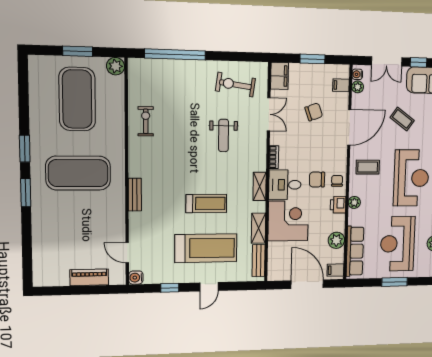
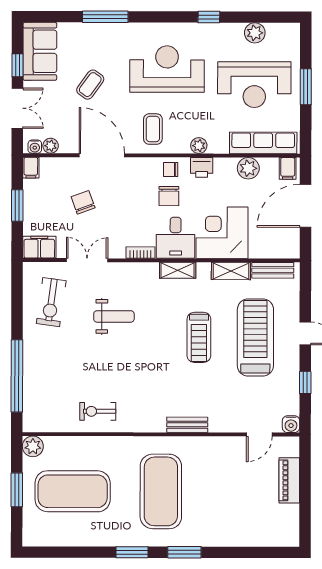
filing cabinet: (341, 85) -> (31, 168), moved
treadmill: (206, 204) -> (199, 337), turned 180

